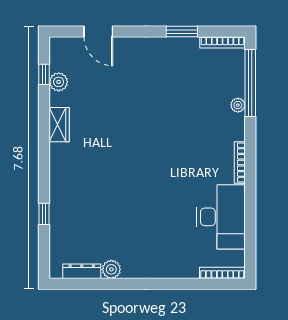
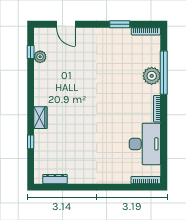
window: (250, 83) -> (164, 73), moved
plant: (238, 105) -> (152, 76), width x1.87, depth x1.87
wardrobe: (59, 125) -> (40, 118), moved
plant: (111, 269) -> (74, 178), removed

